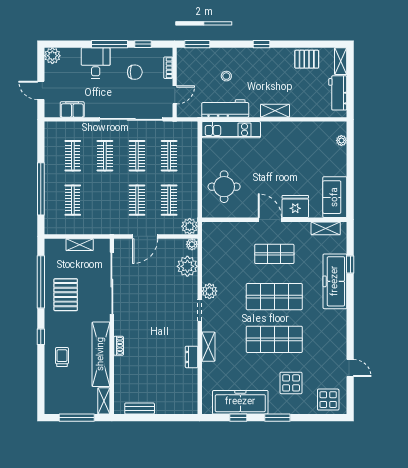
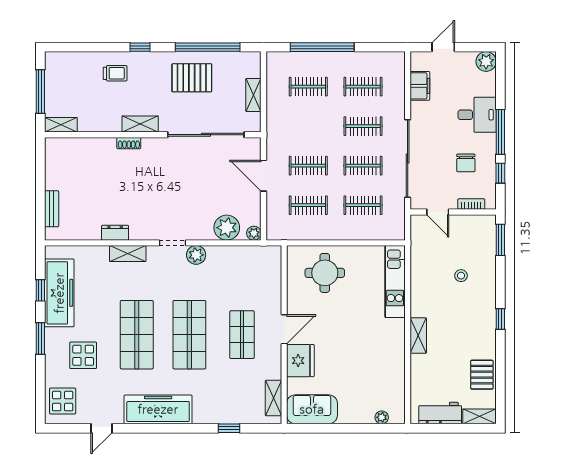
workbench: (225, 108) -> (421, 274), removed
plant: (190, 226) -> (276, 230), removed
freezer: (335, 281) -> (158, 409), moved
shelving: (101, 354) -> (140, 124), width x0.45, depth x0.75
bench: (140, 409) -> (52, 209), moved

